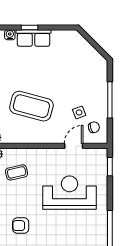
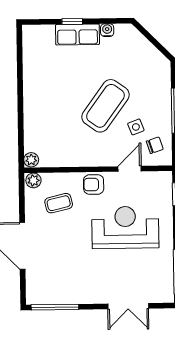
water cooler: (10, 35) -> (107, 30), moved
coffee table: (31, 106) -> (105, 106), moved, turned -69
armchair: (21, 226) -> (94, 184), moved

